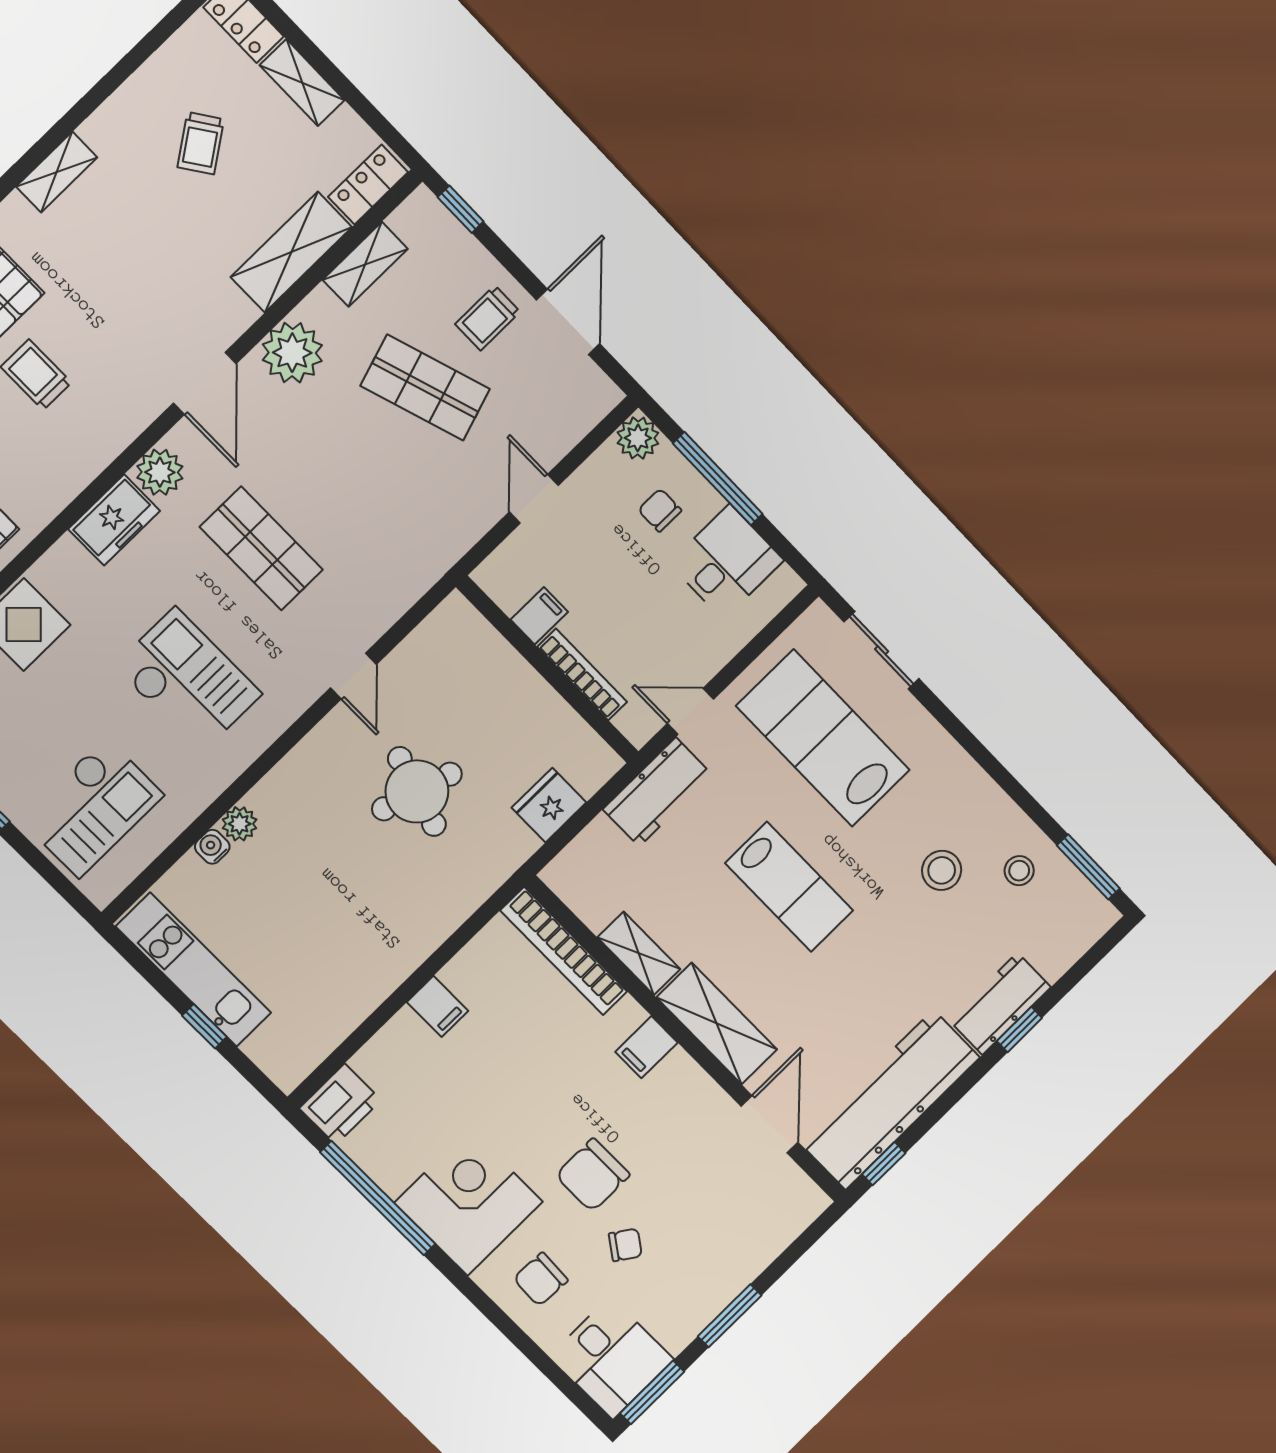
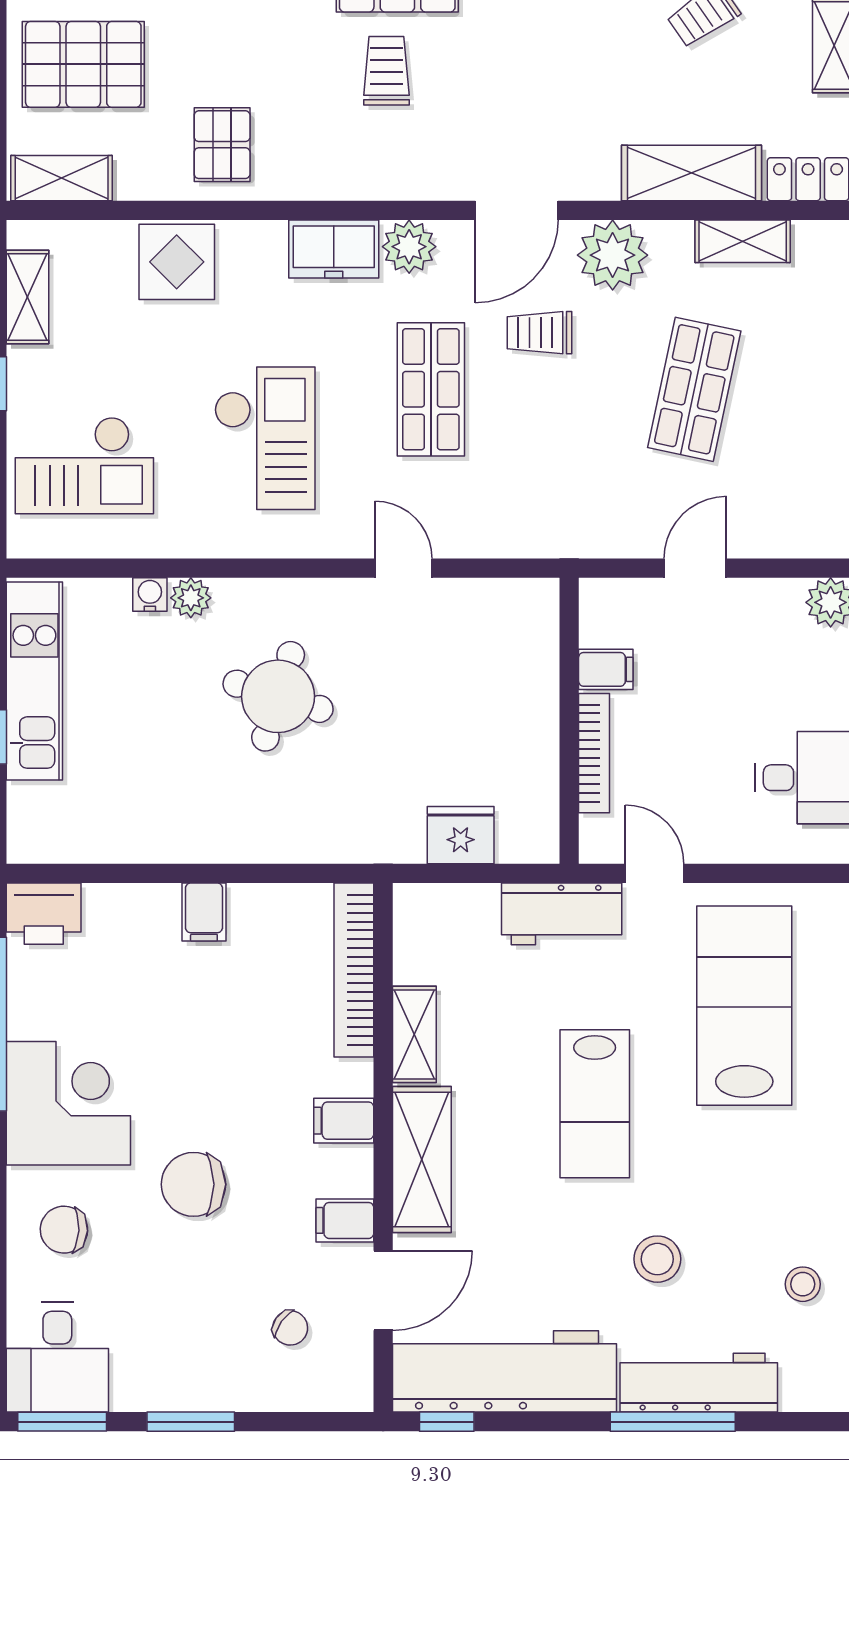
trolley: (488, 318) -> (540, 333), moved
shop shelf: (425, 387) -> (694, 389), turned 30
chair: (660, 510) -> (791, 680), removed
door: (353, 676) -> (404, 568), swing flipped
round table: (417, 791) -> (278, 696), moved
stool: (942, 870) -> (657, 1259), moved
workbench: (1000, 1004) -> (699, 1383), width x1.37
window: (1019, 1030) -> (673, 1422), width x2.17
filing cabinet: (706, 1106) -> (345, 1220), added
chair: (625, 1245) -> (290, 1328), moved

